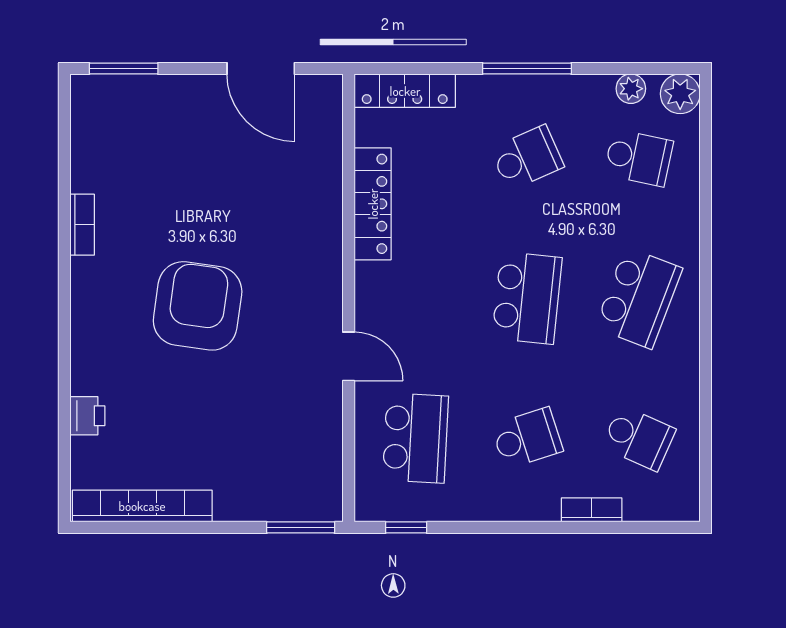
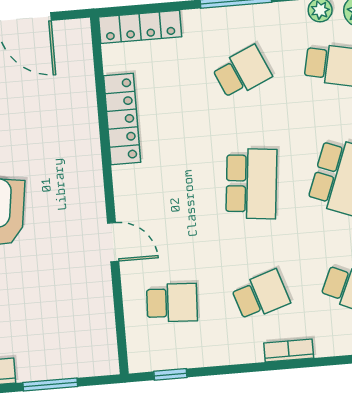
school desk: (415, 438) -> (172, 303), width x0.54
bookcase: (592, 510) -> (289, 350), moved
window: (301, 527) -> (50, 385), moved

